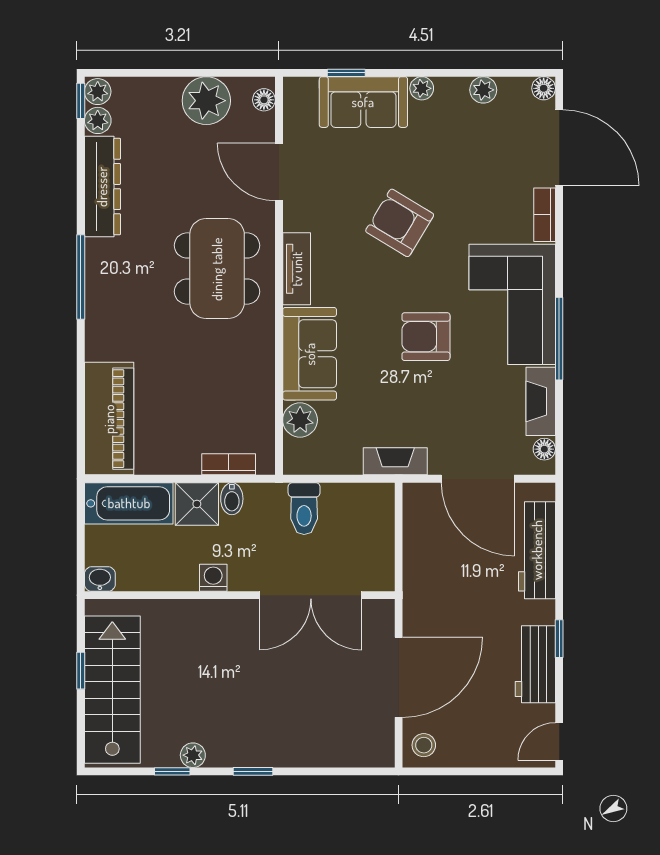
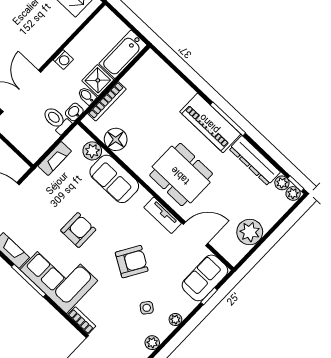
floor lamp: (264, 100) -> (116, 139), moved, width x1.89, depth x1.89
sofa: (363, 102) -> (205, 278), moved
side table: (443, 143) -> (147, 308), added
tv unit: (297, 269) -> (163, 215), moved
piano: (109, 419) -> (210, 123), moved
fireplace: (395, 461) -> (55, 158), moved
bookcase: (229, 464) -> (107, 101), width x1.56
washbasin: (100, 579) -> (74, 112), moved, turned 180

